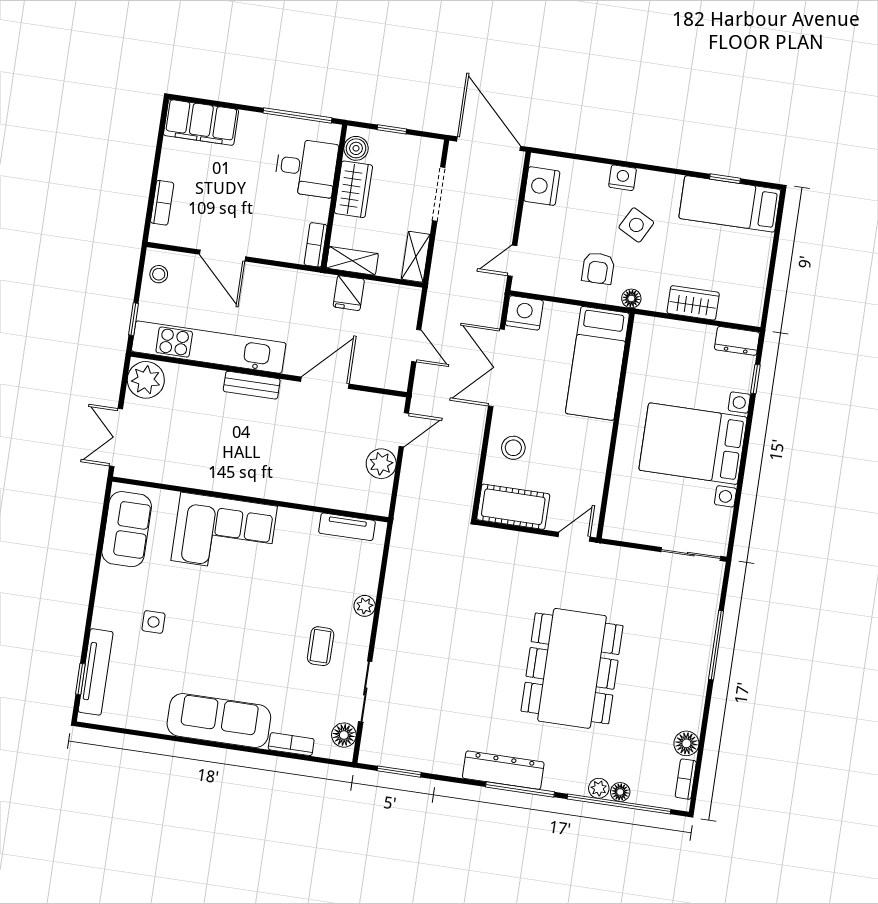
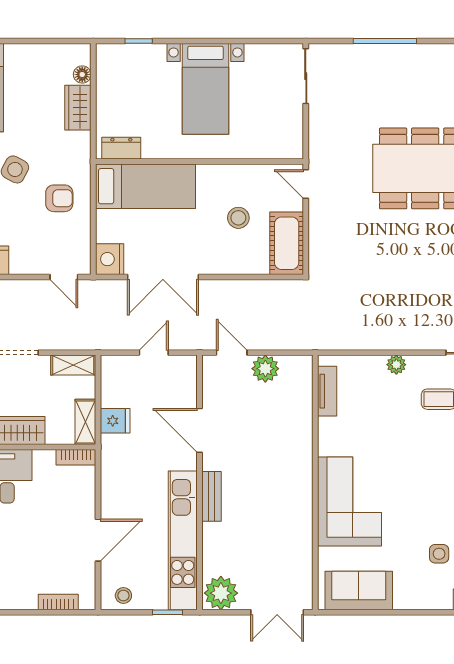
floor lamp: (631, 298) -> (82, 74), moved
dresser: (737, 341) -> (121, 148), moved, turned -90
bed with nightstands: (693, 444) -> (205, 89), width x0.73
stool: (513, 448) -> (238, 218), moved

